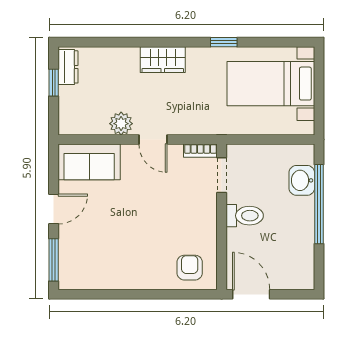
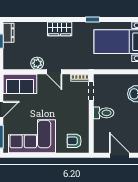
corner sofa: (111, 259) -> (32, 136), added
armchair: (190, 268) -> (74, 141), turned -90
door: (251, 294) -> (119, 155), moved

